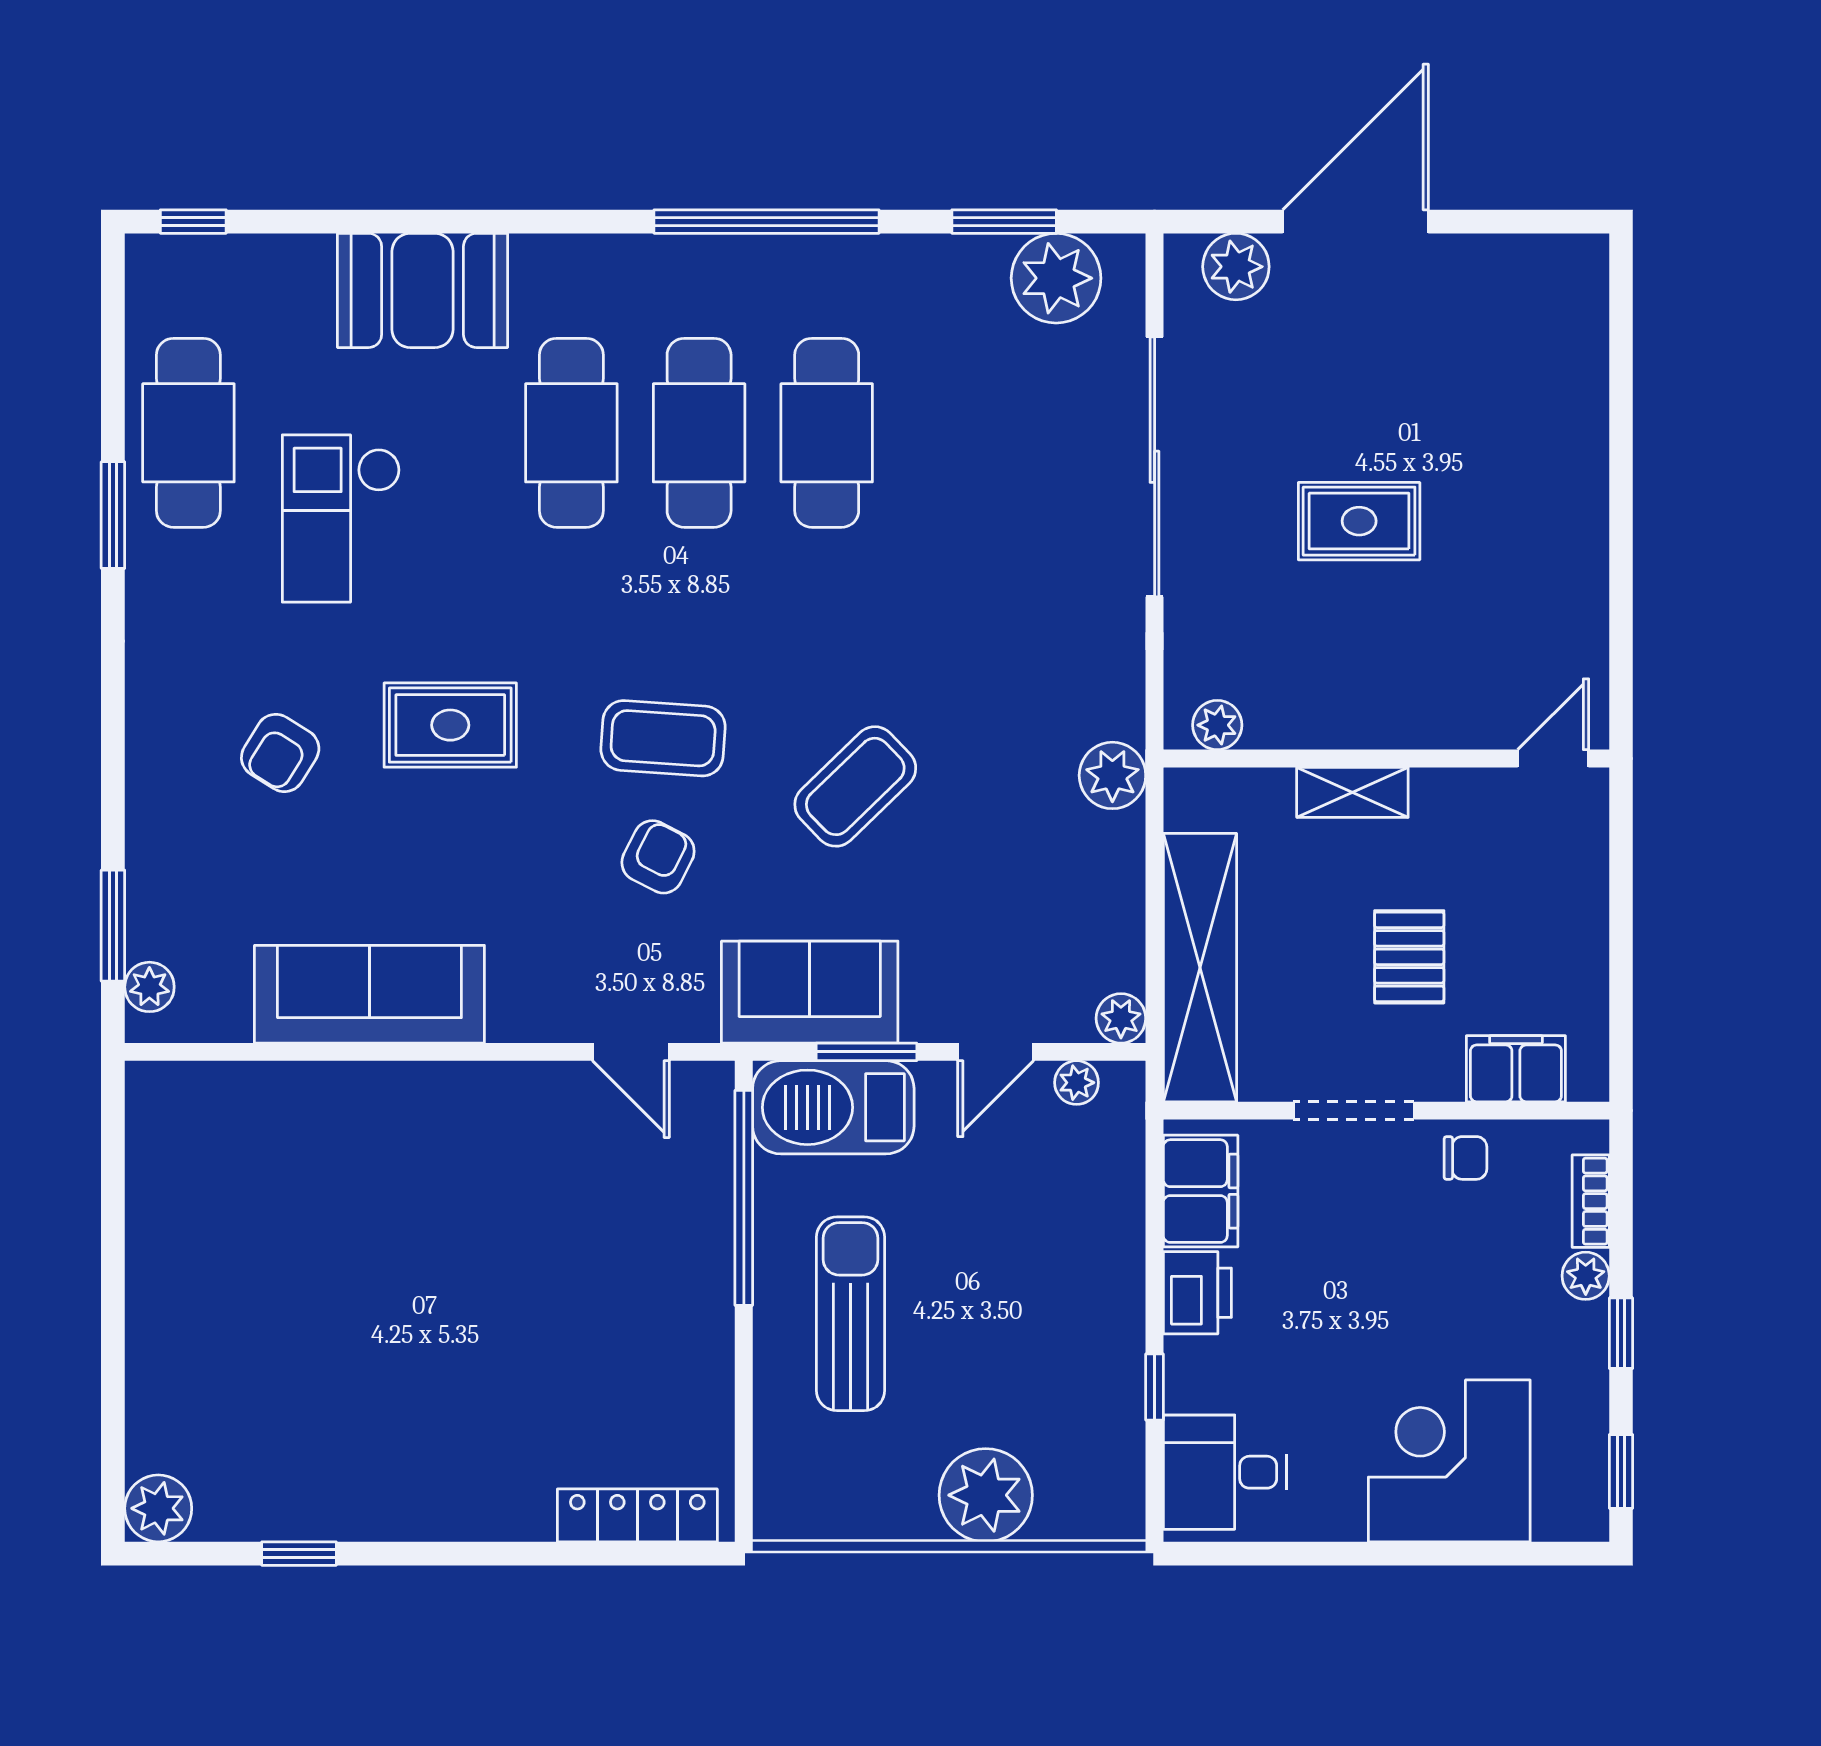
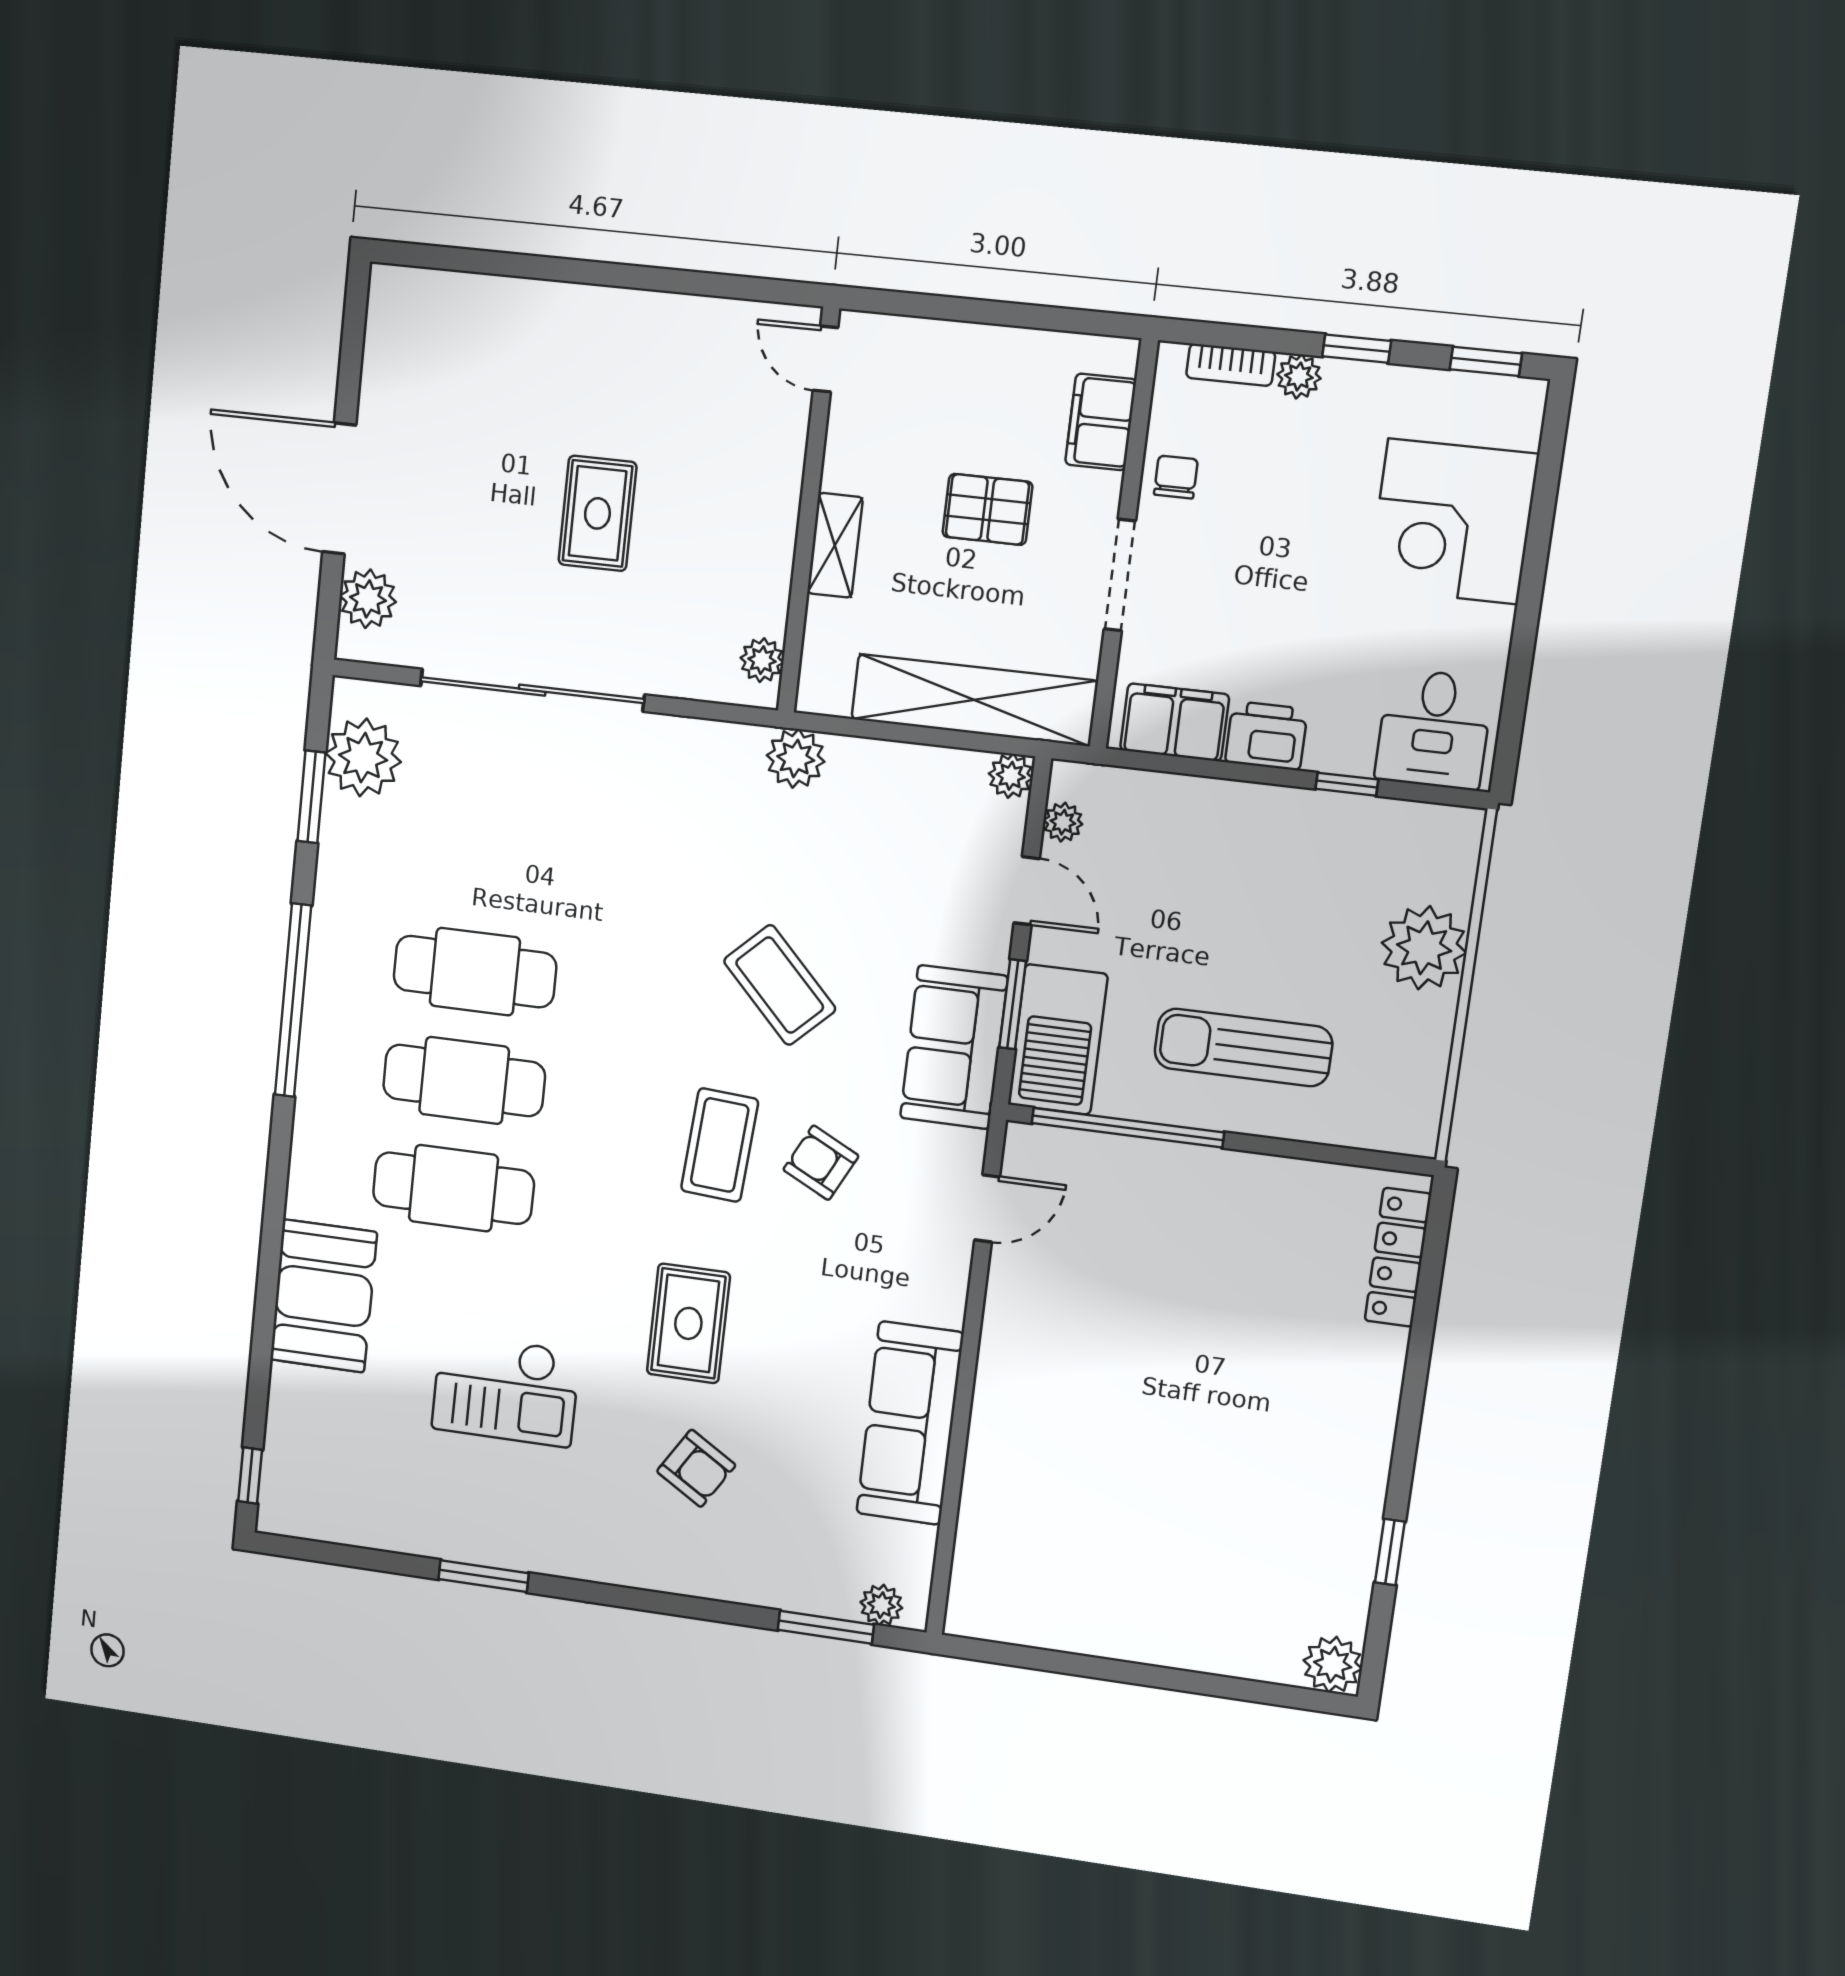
cafe table: (188, 433) -> (422, 1505), removed

